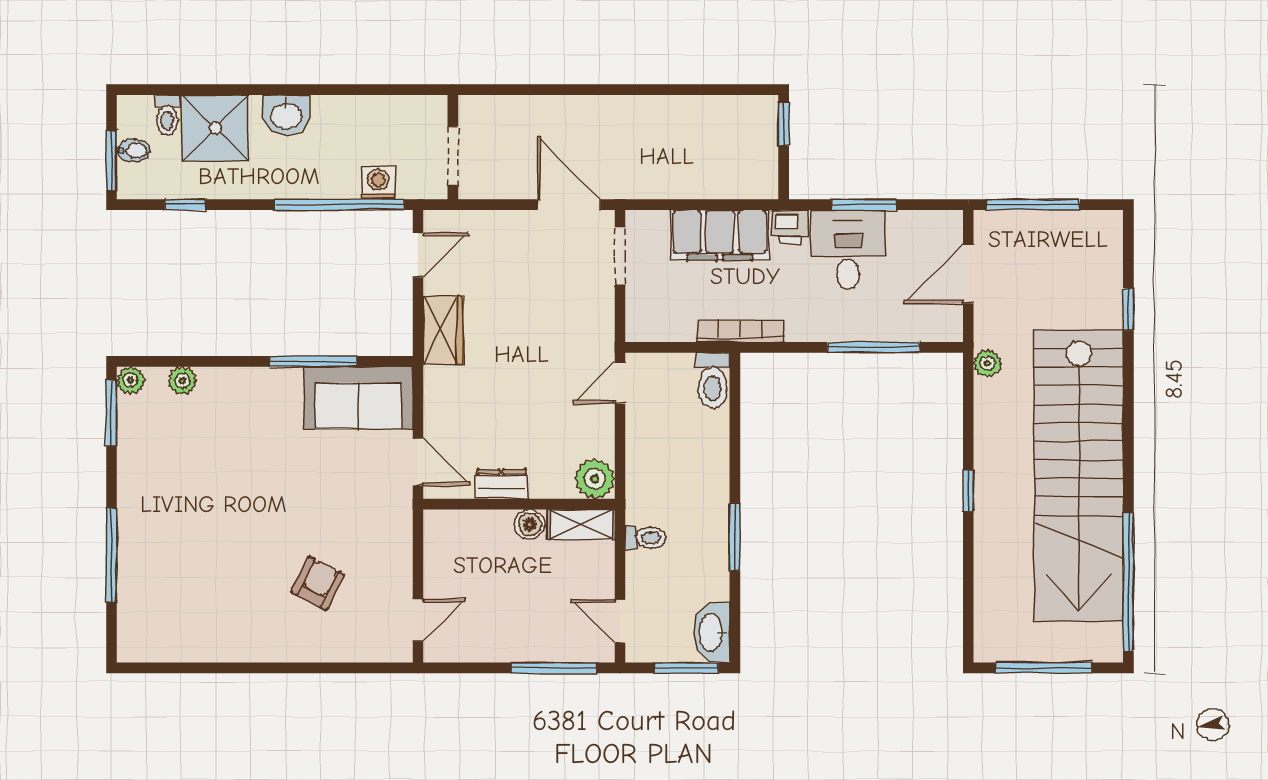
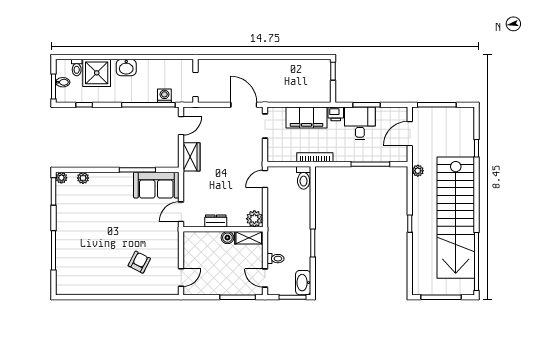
door: (418, 462) -> (181, 212), swing flipped
toilet: (645, 538) -> (276, 259), moved

